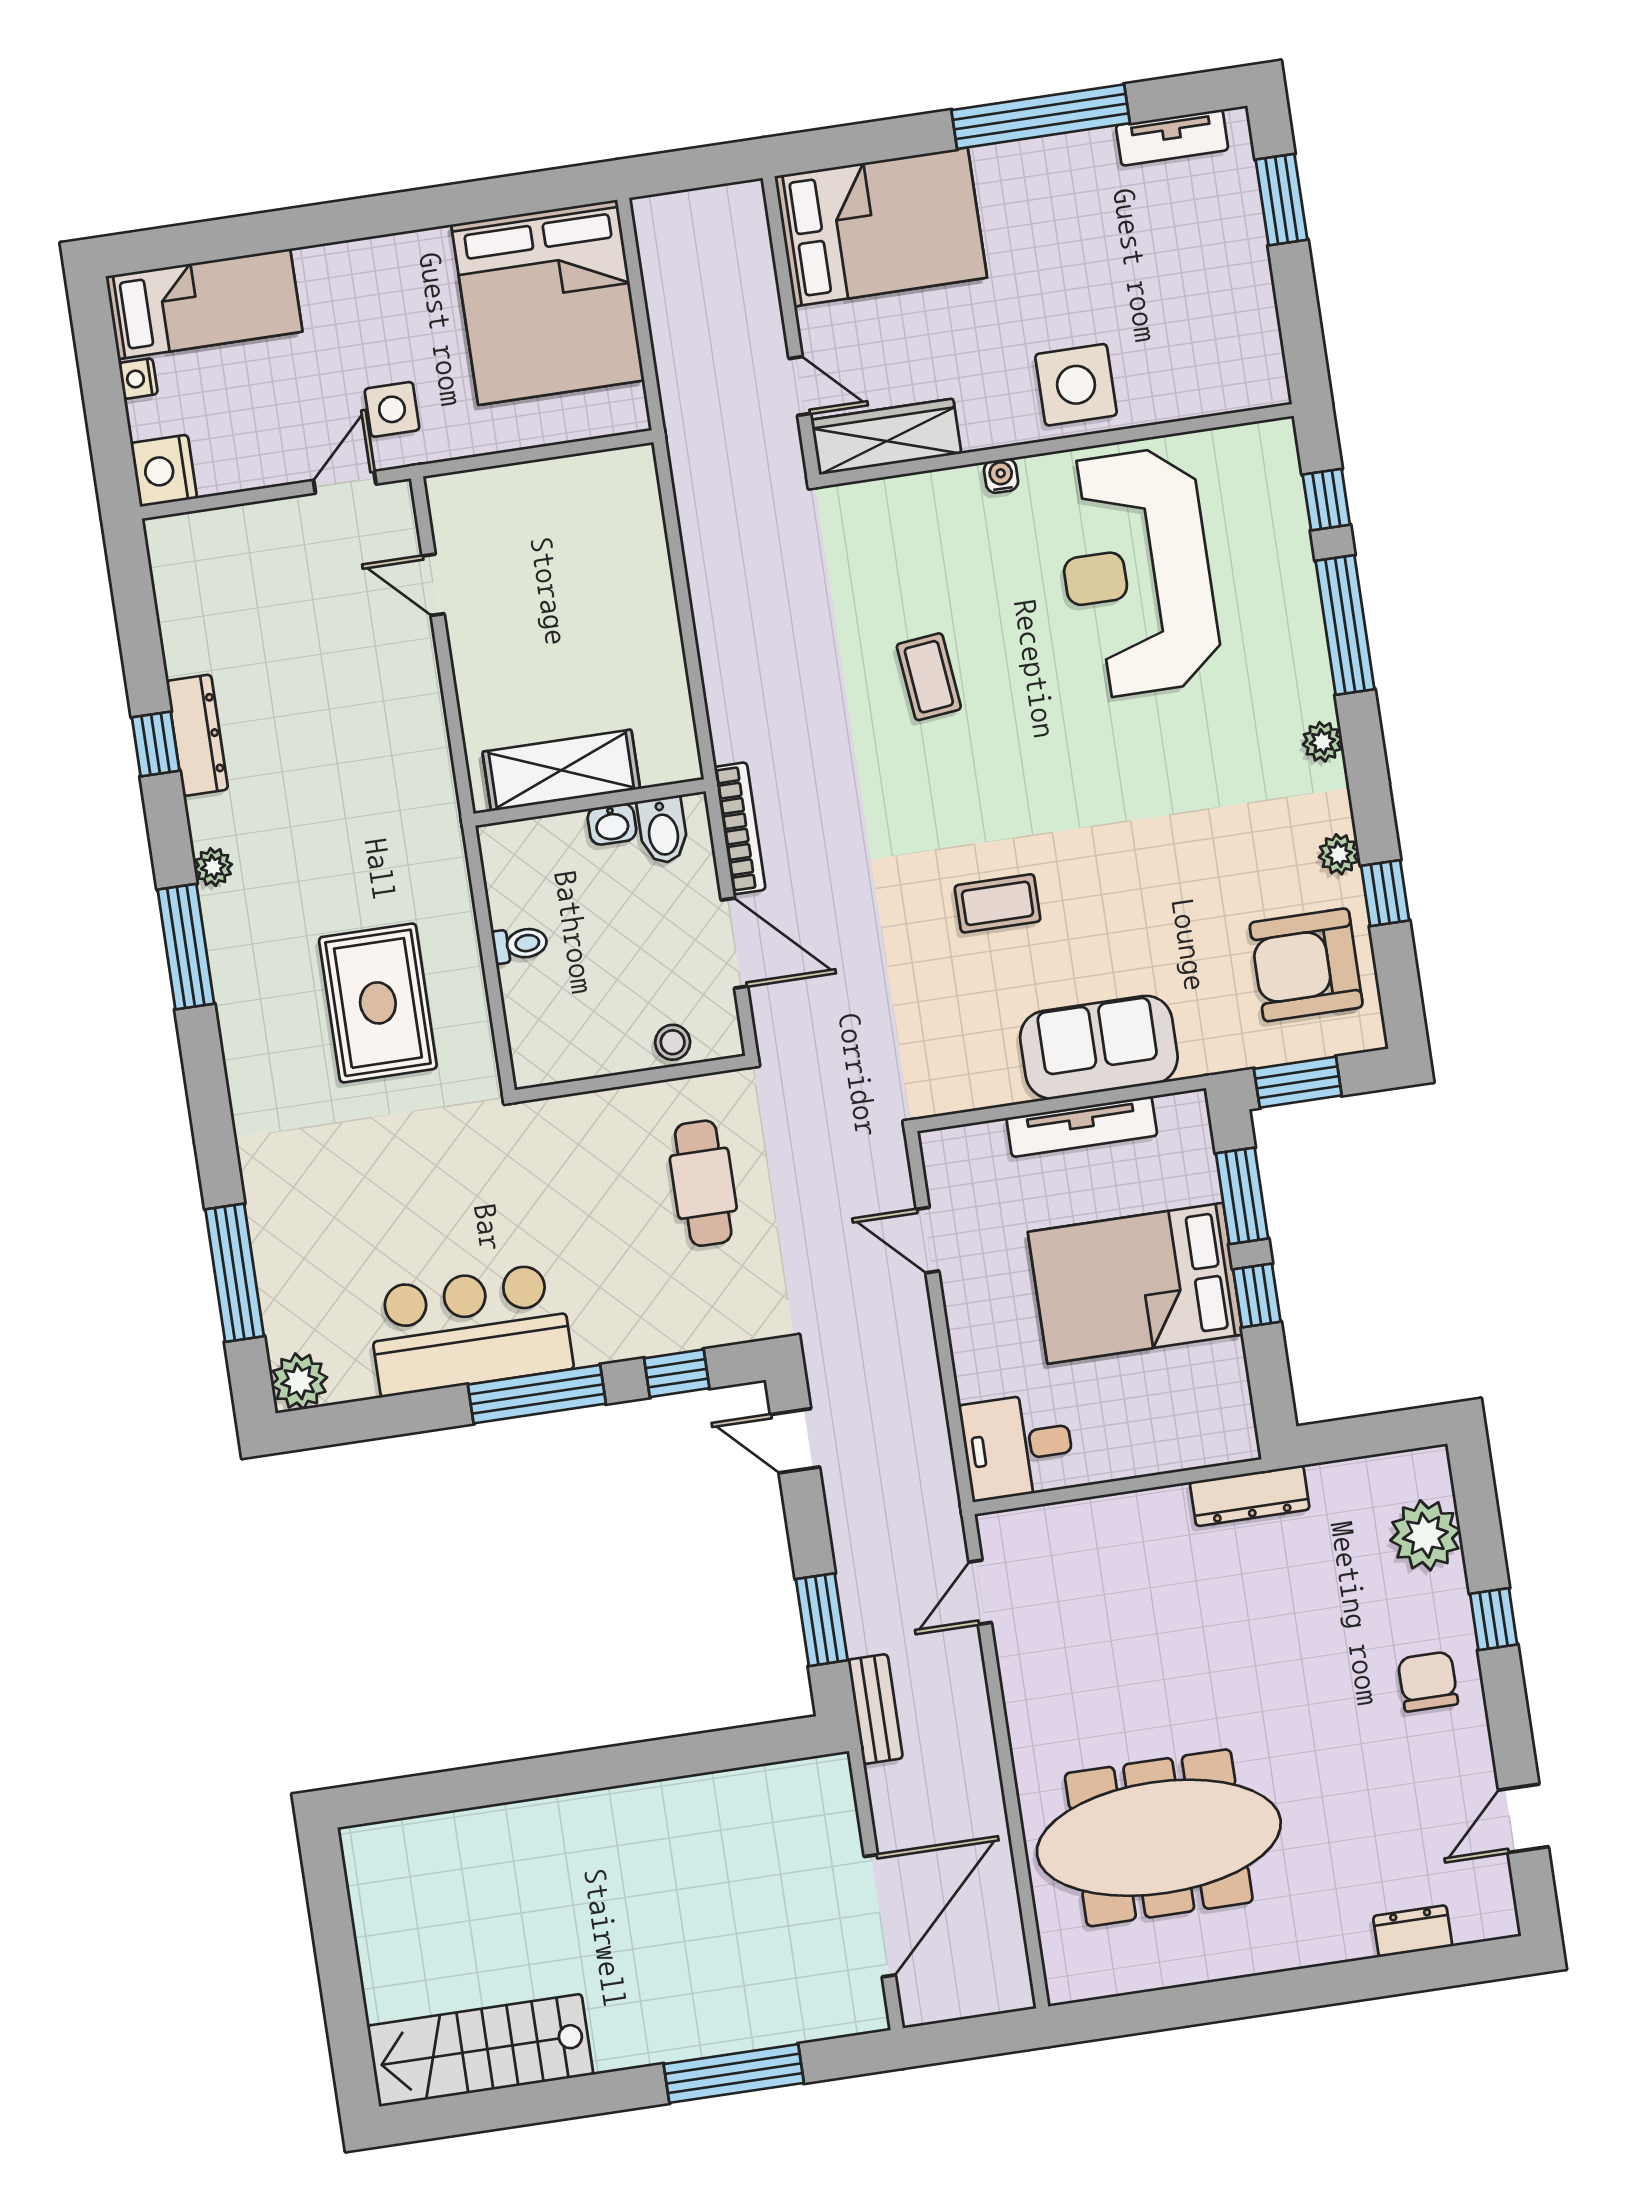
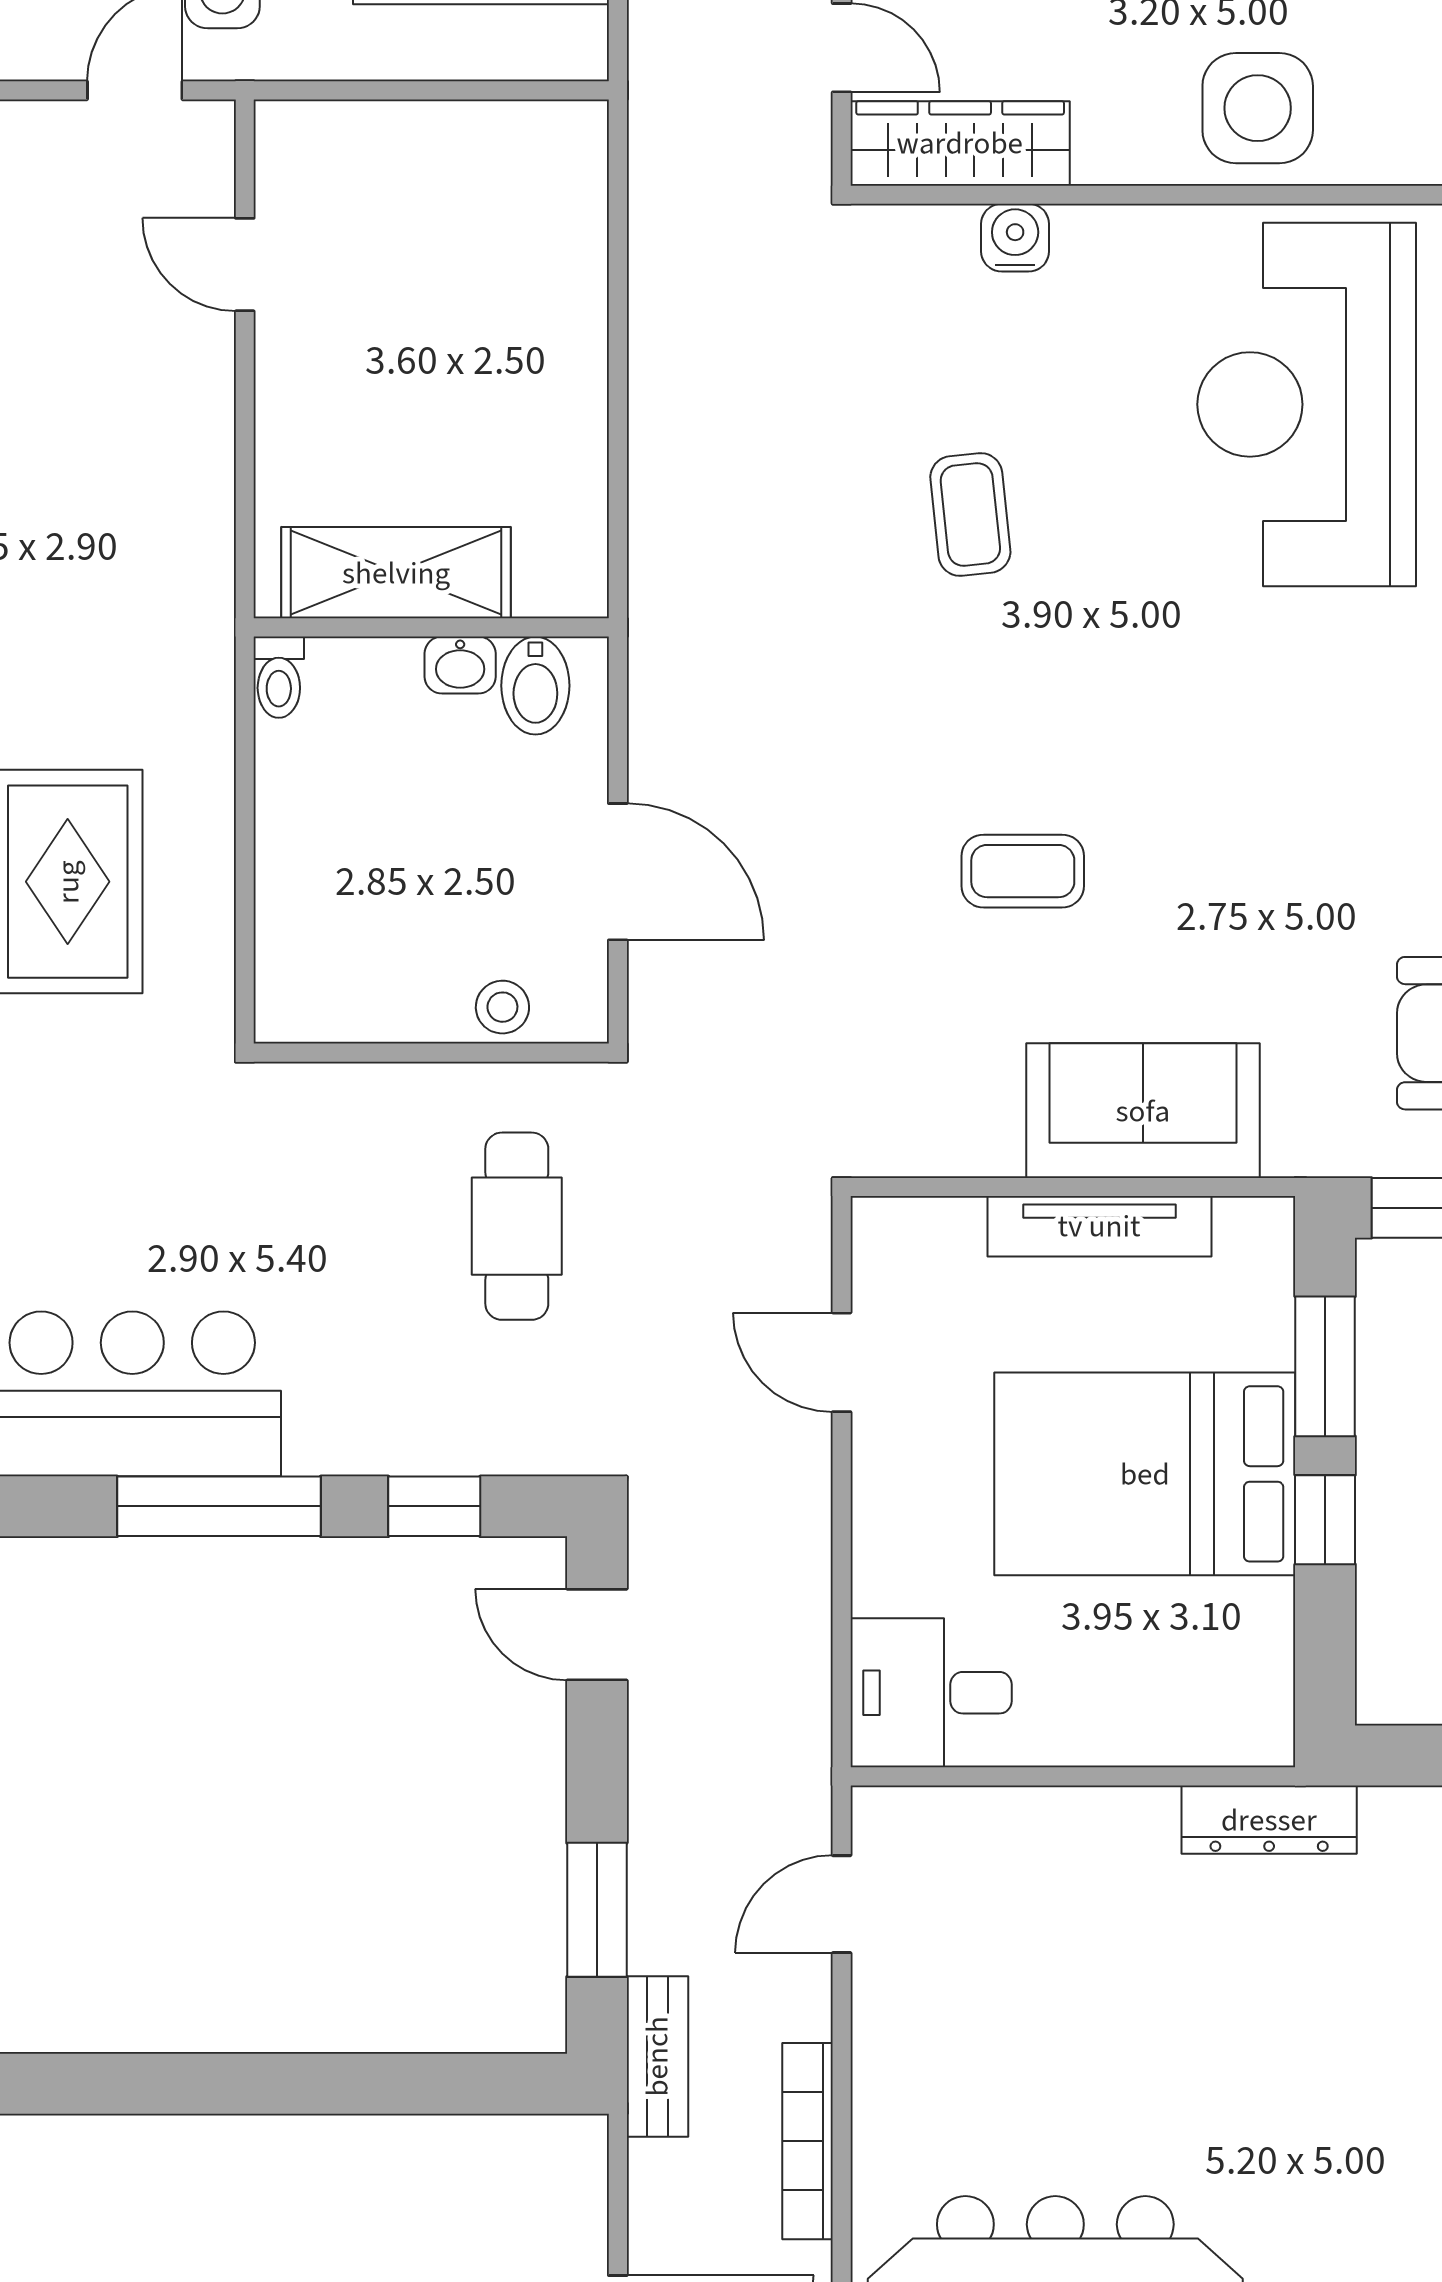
water cooler: (1001, 476) -> (1015, 238), moved, width x1.38, depth x1.38
bookcase: (740, 828) -> (808, 2141), moved, turned 180
toilet: (520, 944) -> (279, 677), moved, turned 90

